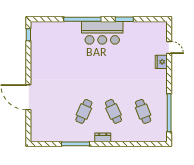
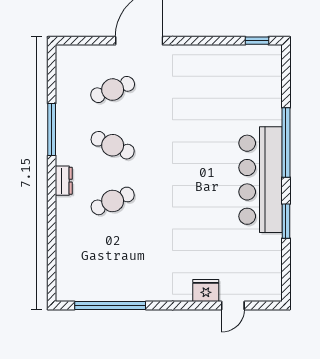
bar counter: (102, 33) -> (261, 180), width x1.36
cafe table: (143, 111) -> (113, 90), moved

